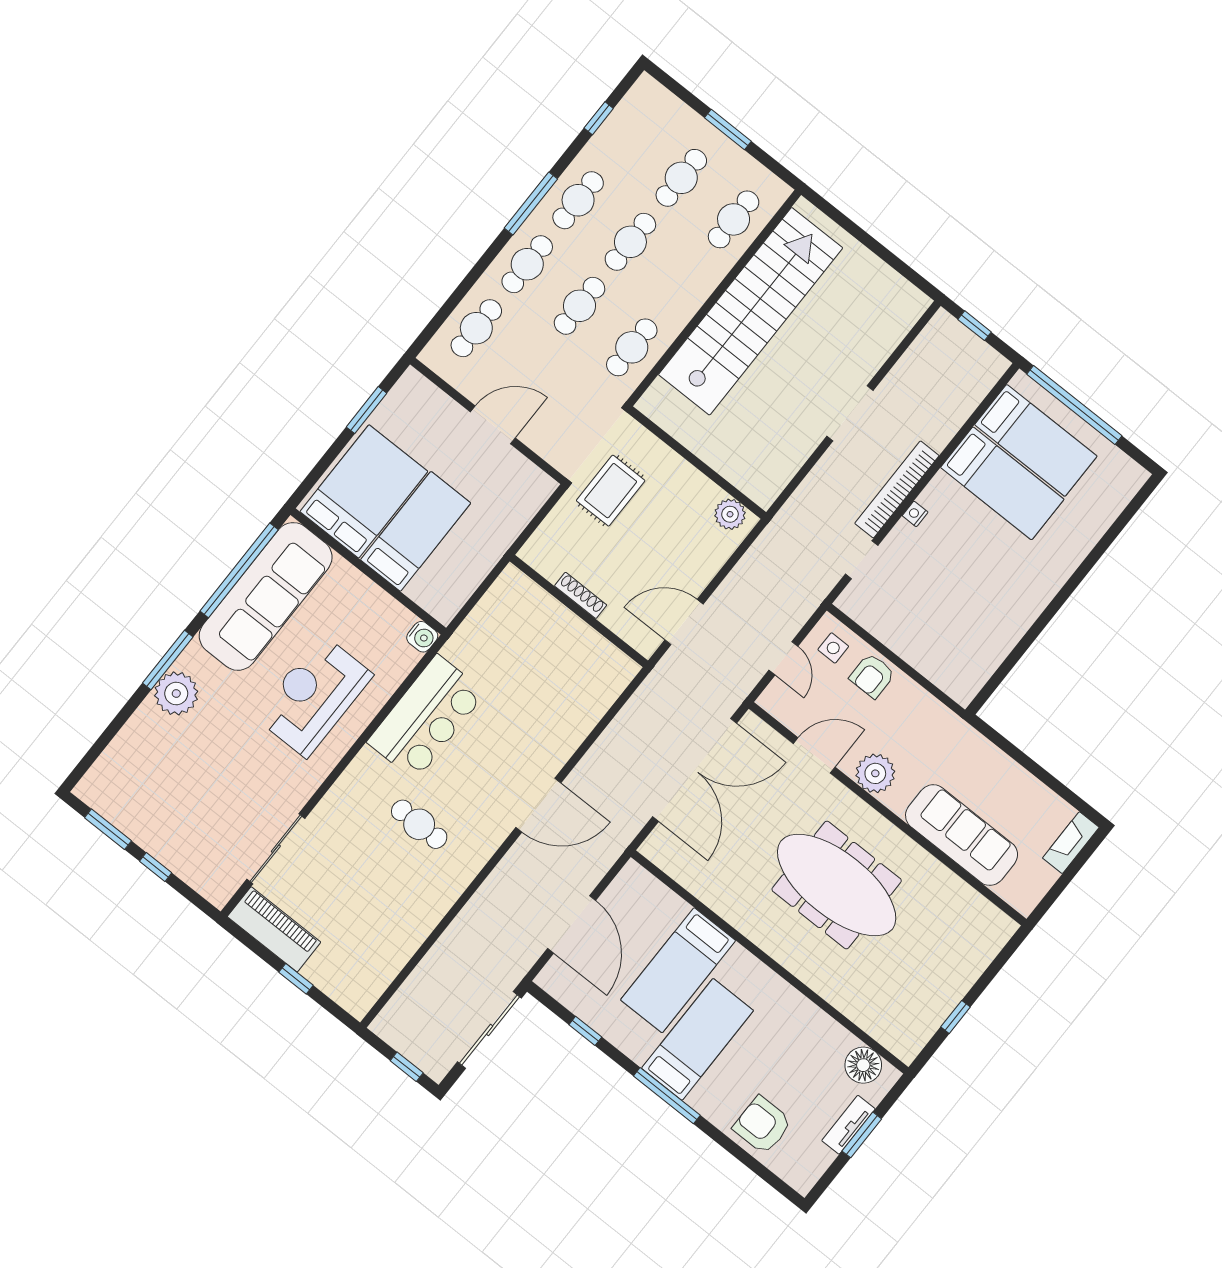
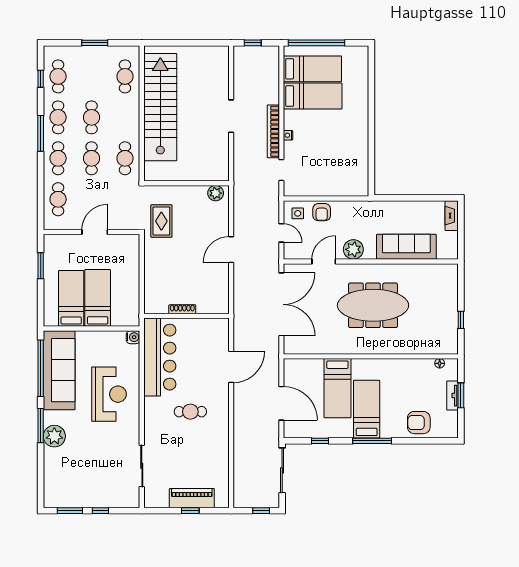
cafe table: (681, 178) -> (58, 76), moved
bed: (364, 491) -> (71, 298), width x0.67
shoe rack: (581, 595) -> (182, 309), moved
wall: (579, 611) -> (186, 316), moved
reception desk: (314, 696) -> (109, 394), turned 180
bar counter: (426, 717) -> (160, 357), width x1.36
piano: (274, 929) -> (192, 498), moved
floor lamp: (863, 1065) -> (440, 363), width x0.53, depth x0.53

